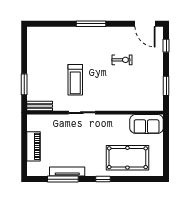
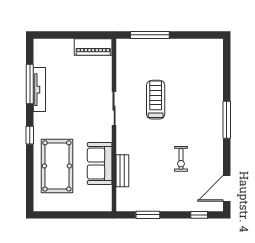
treadmill: (75, 80) -> (156, 100), turned 90
window: (24, 84) -> (150, 35), width x1.44
bench: (40, 106) -> (122, 171), moved
sofa: (147, 124) -> (100, 164), moved
piano: (34, 146) -> (93, 47), moved

